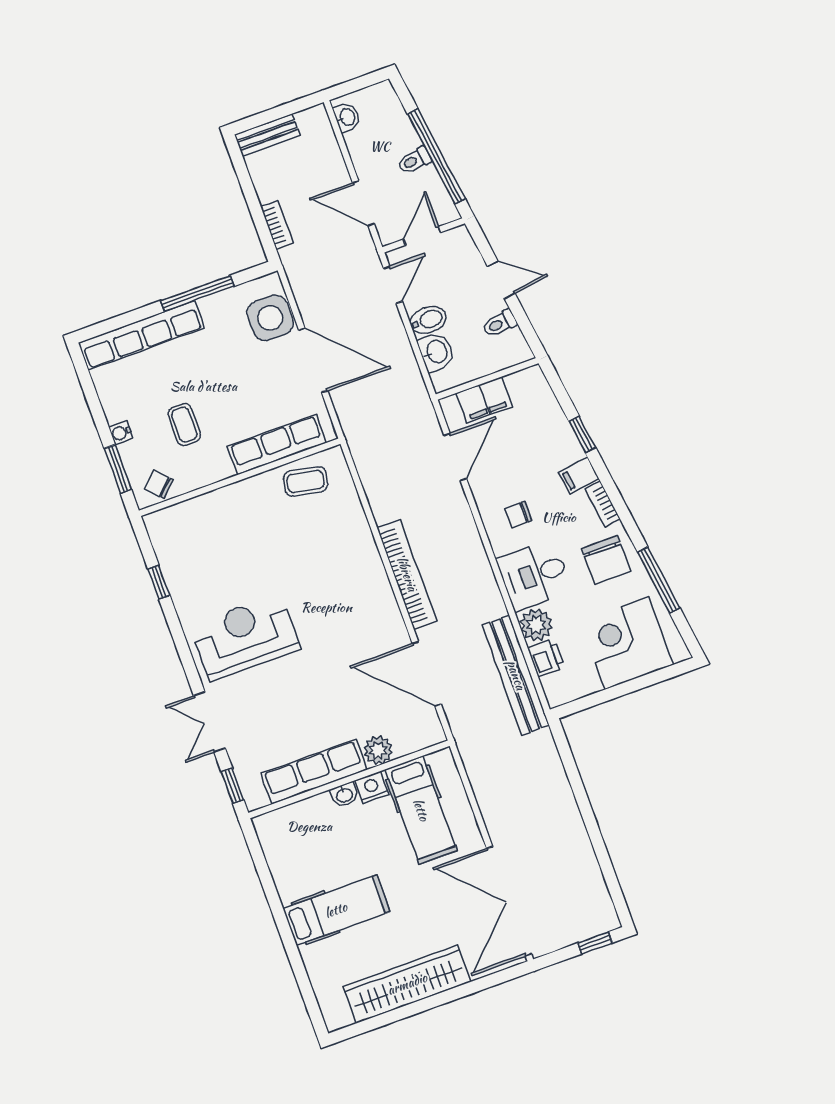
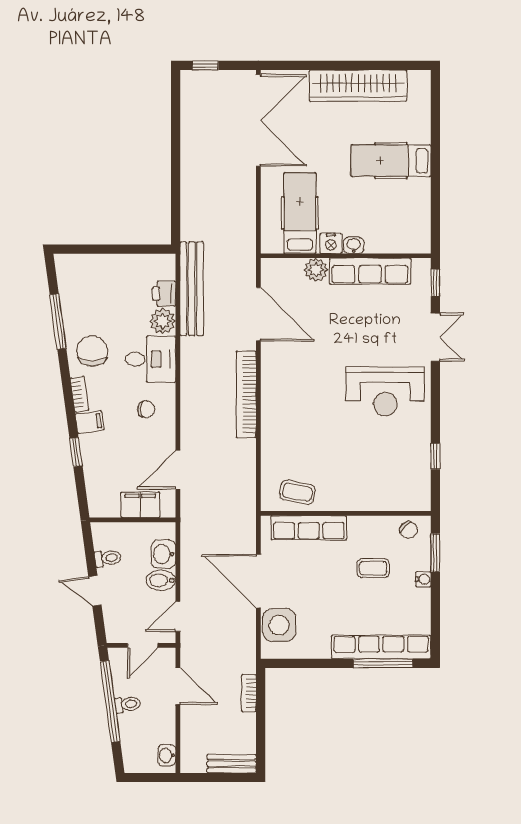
window: (197, 293) -> (383, 663), moved
coffee table: (184, 425) -> (373, 568), turned 90
corner desk: (627, 643) -> (99, 283), removed

